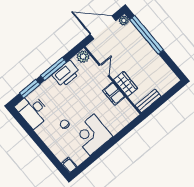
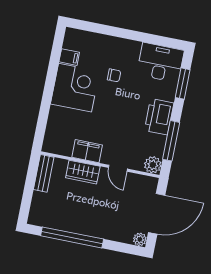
window: (147, 35) -> (72, 237), moved
window: (53, 69) -> (171, 141), moved
printer: (66, 74) -> (159, 117), moved
filing cabinet: (69, 165) -> (69, 57), moved

